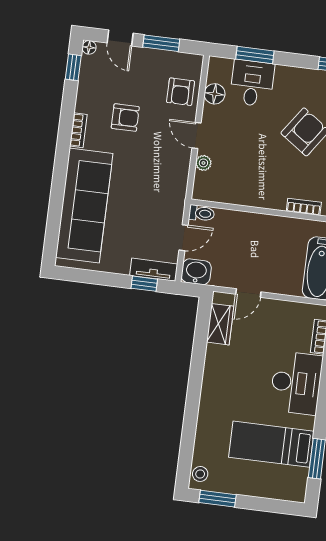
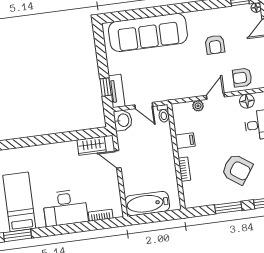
bookcase: (78, 130) -> (198, 15), removed
filing cabinet: (247, 193) -> (185, 141), added
bookcase: (304, 207) -> (184, 169), moved

